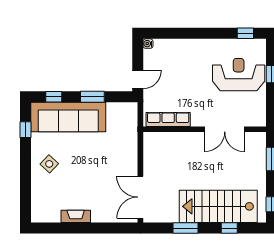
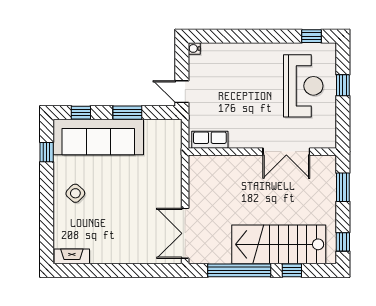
reception desk: (239, 75) -> (303, 86), turned 90
door: (138, 79) -> (182, 92), swing flipped
row of seats: (168, 119) -> (210, 140), width x0.68
fireplace: (76, 216) -> (72, 256), moved
window: (185, 228) -> (239, 270), width x2.11

